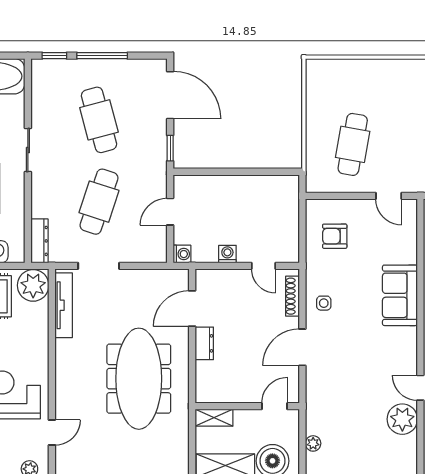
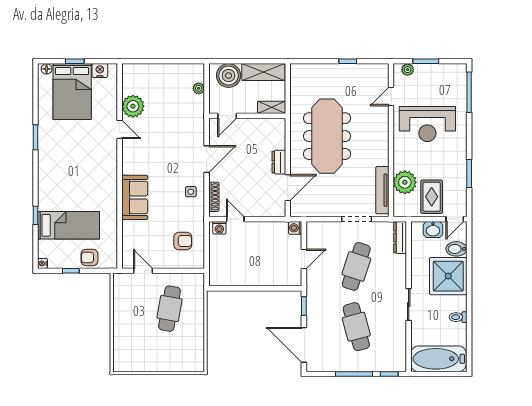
washing machine: (227, 254) -> (219, 228), moved
plant: (33, 285) -> (405, 182), moved

